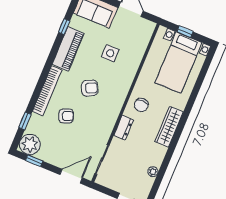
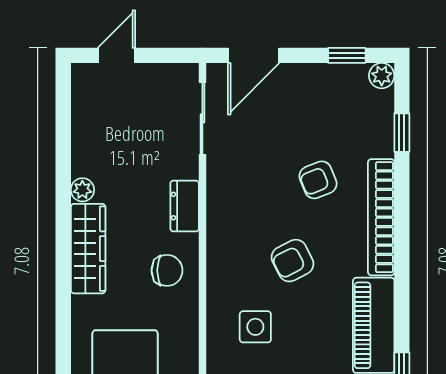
side table: (110, 53) -> (255, 327), moved
chair: (141, 105) -> (167, 270), turned 90
plant: (30, 144) -> (382, 76), width x0.53, depth x0.53
plant: (153, 172) -> (82, 190), moved

